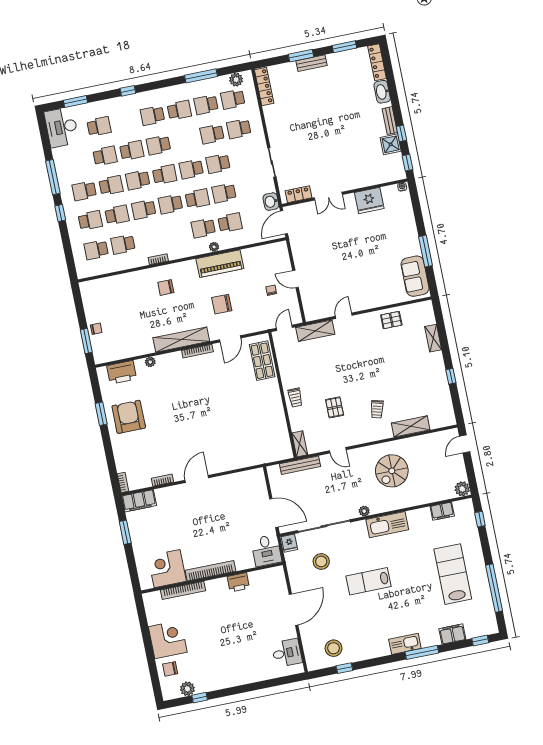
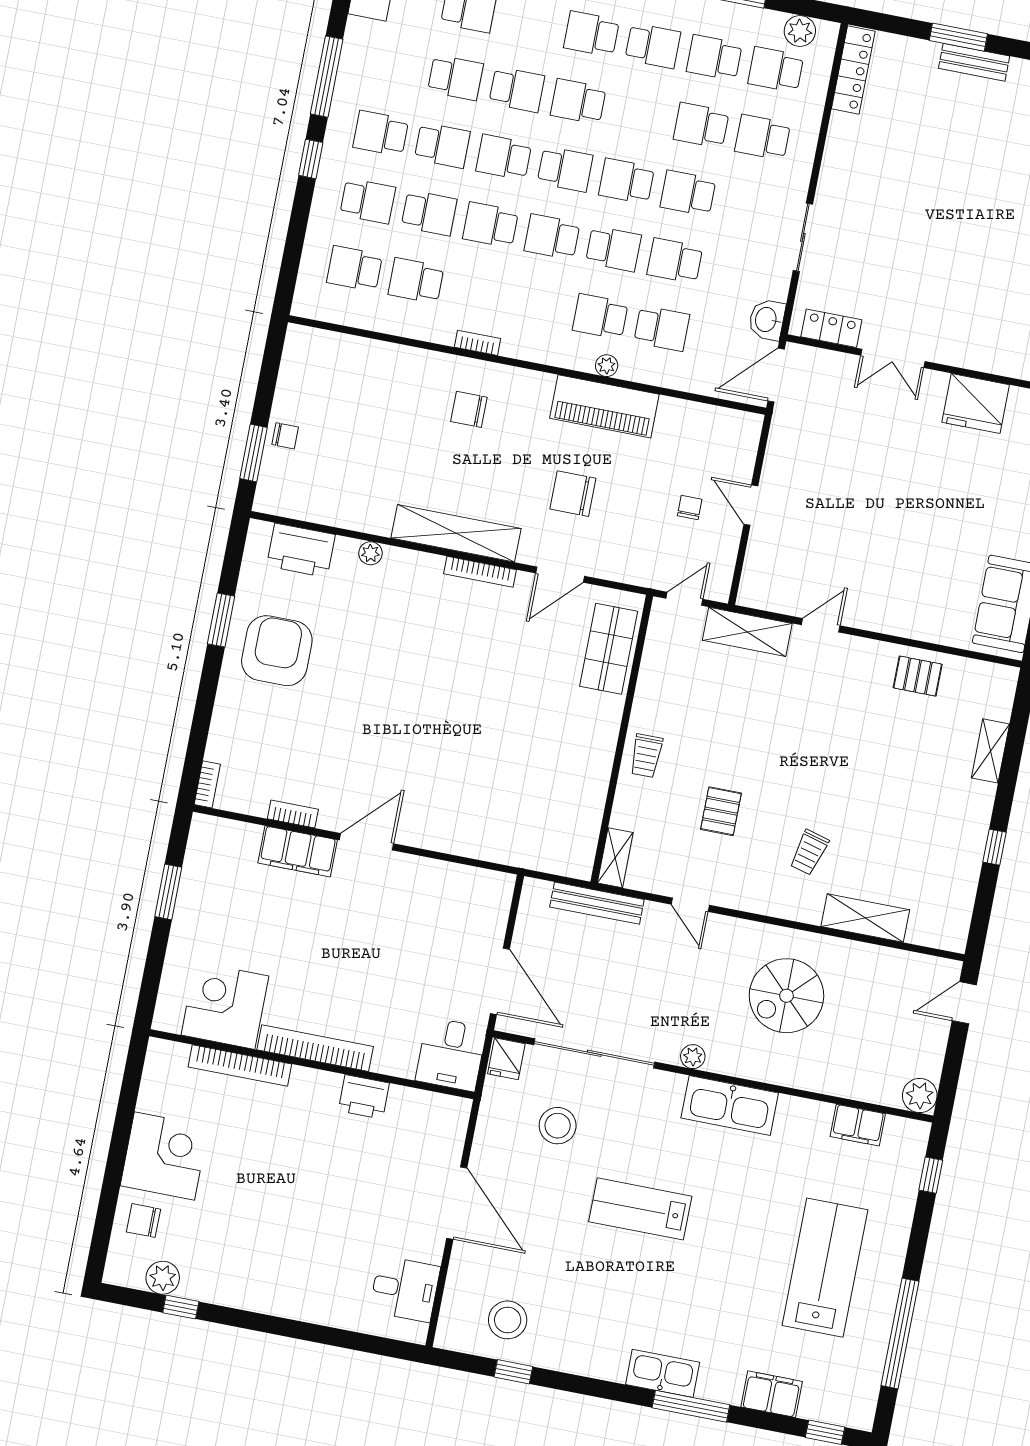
filing cabinet: (139, 501) -> (298, 851), moved
door: (294, 610) -> (457, 1203), hinge flipped

